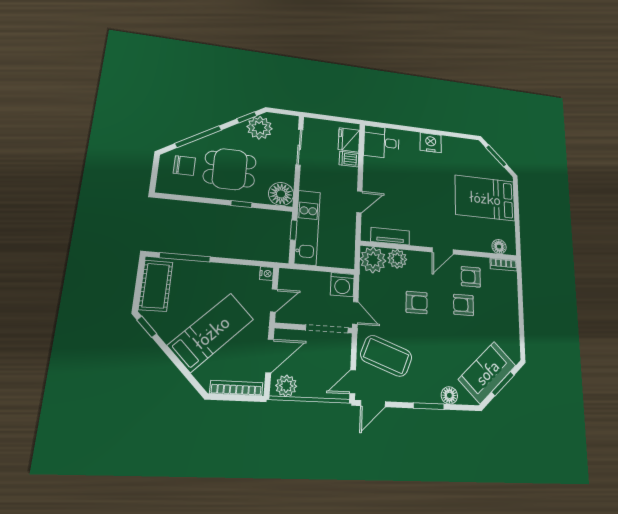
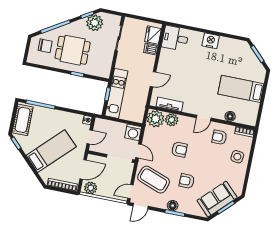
floor lamp: (281, 194) -> (103, 69), removed
bed: (485, 198) -> (241, 89), width x0.67
floor lamp: (499, 247) -> (230, 116), moved
side table: (502, 302) -> (237, 157), added
armchair: (463, 305) -> (187, 181), moved
floor lamp: (449, 395) -> (173, 206), moved

